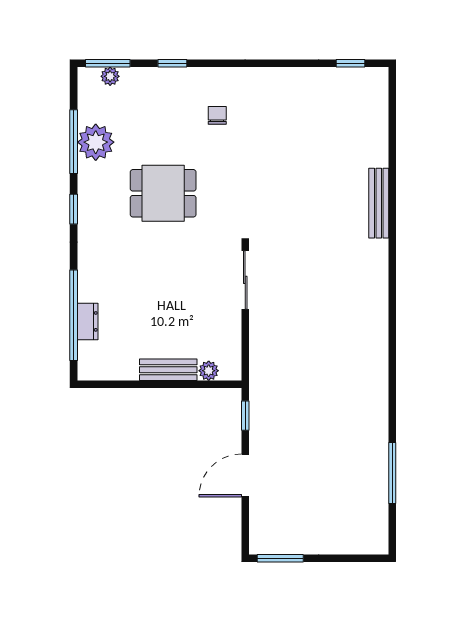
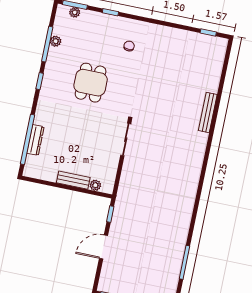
plant: (96, 142) -> (56, 41), width x0.53, depth x0.53
dining table: (163, 193) -> (91, 83), turned 90
dresser: (88, 321) -> (35, 140), width x1.44

